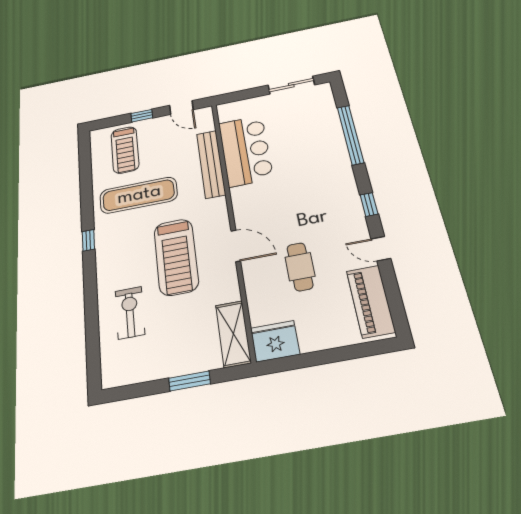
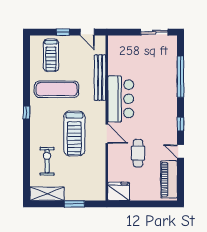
bar counter: (246, 151) -> (121, 99), moved
shelving: (233, 334) -> (47, 194), moved, turned 90

